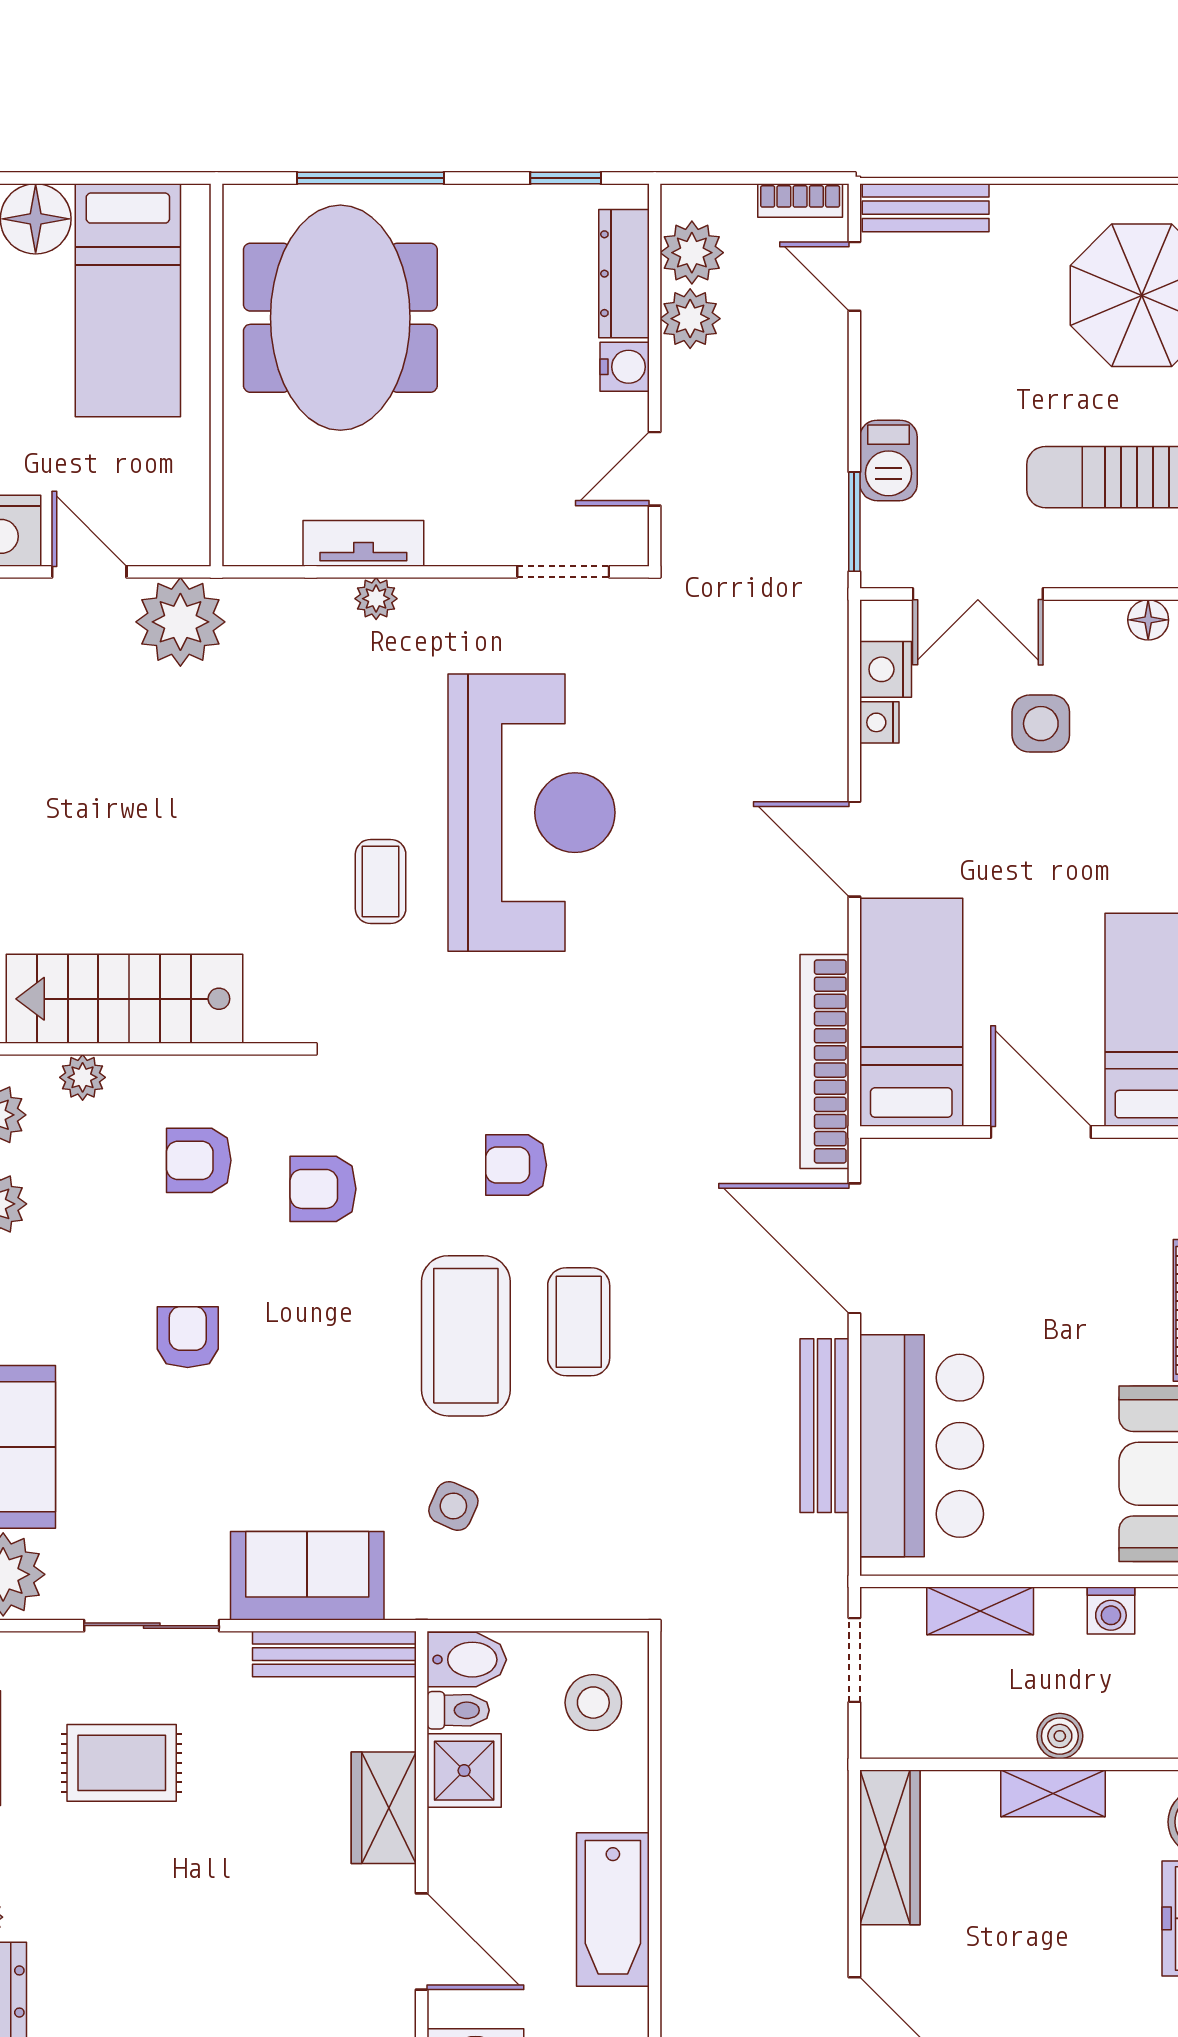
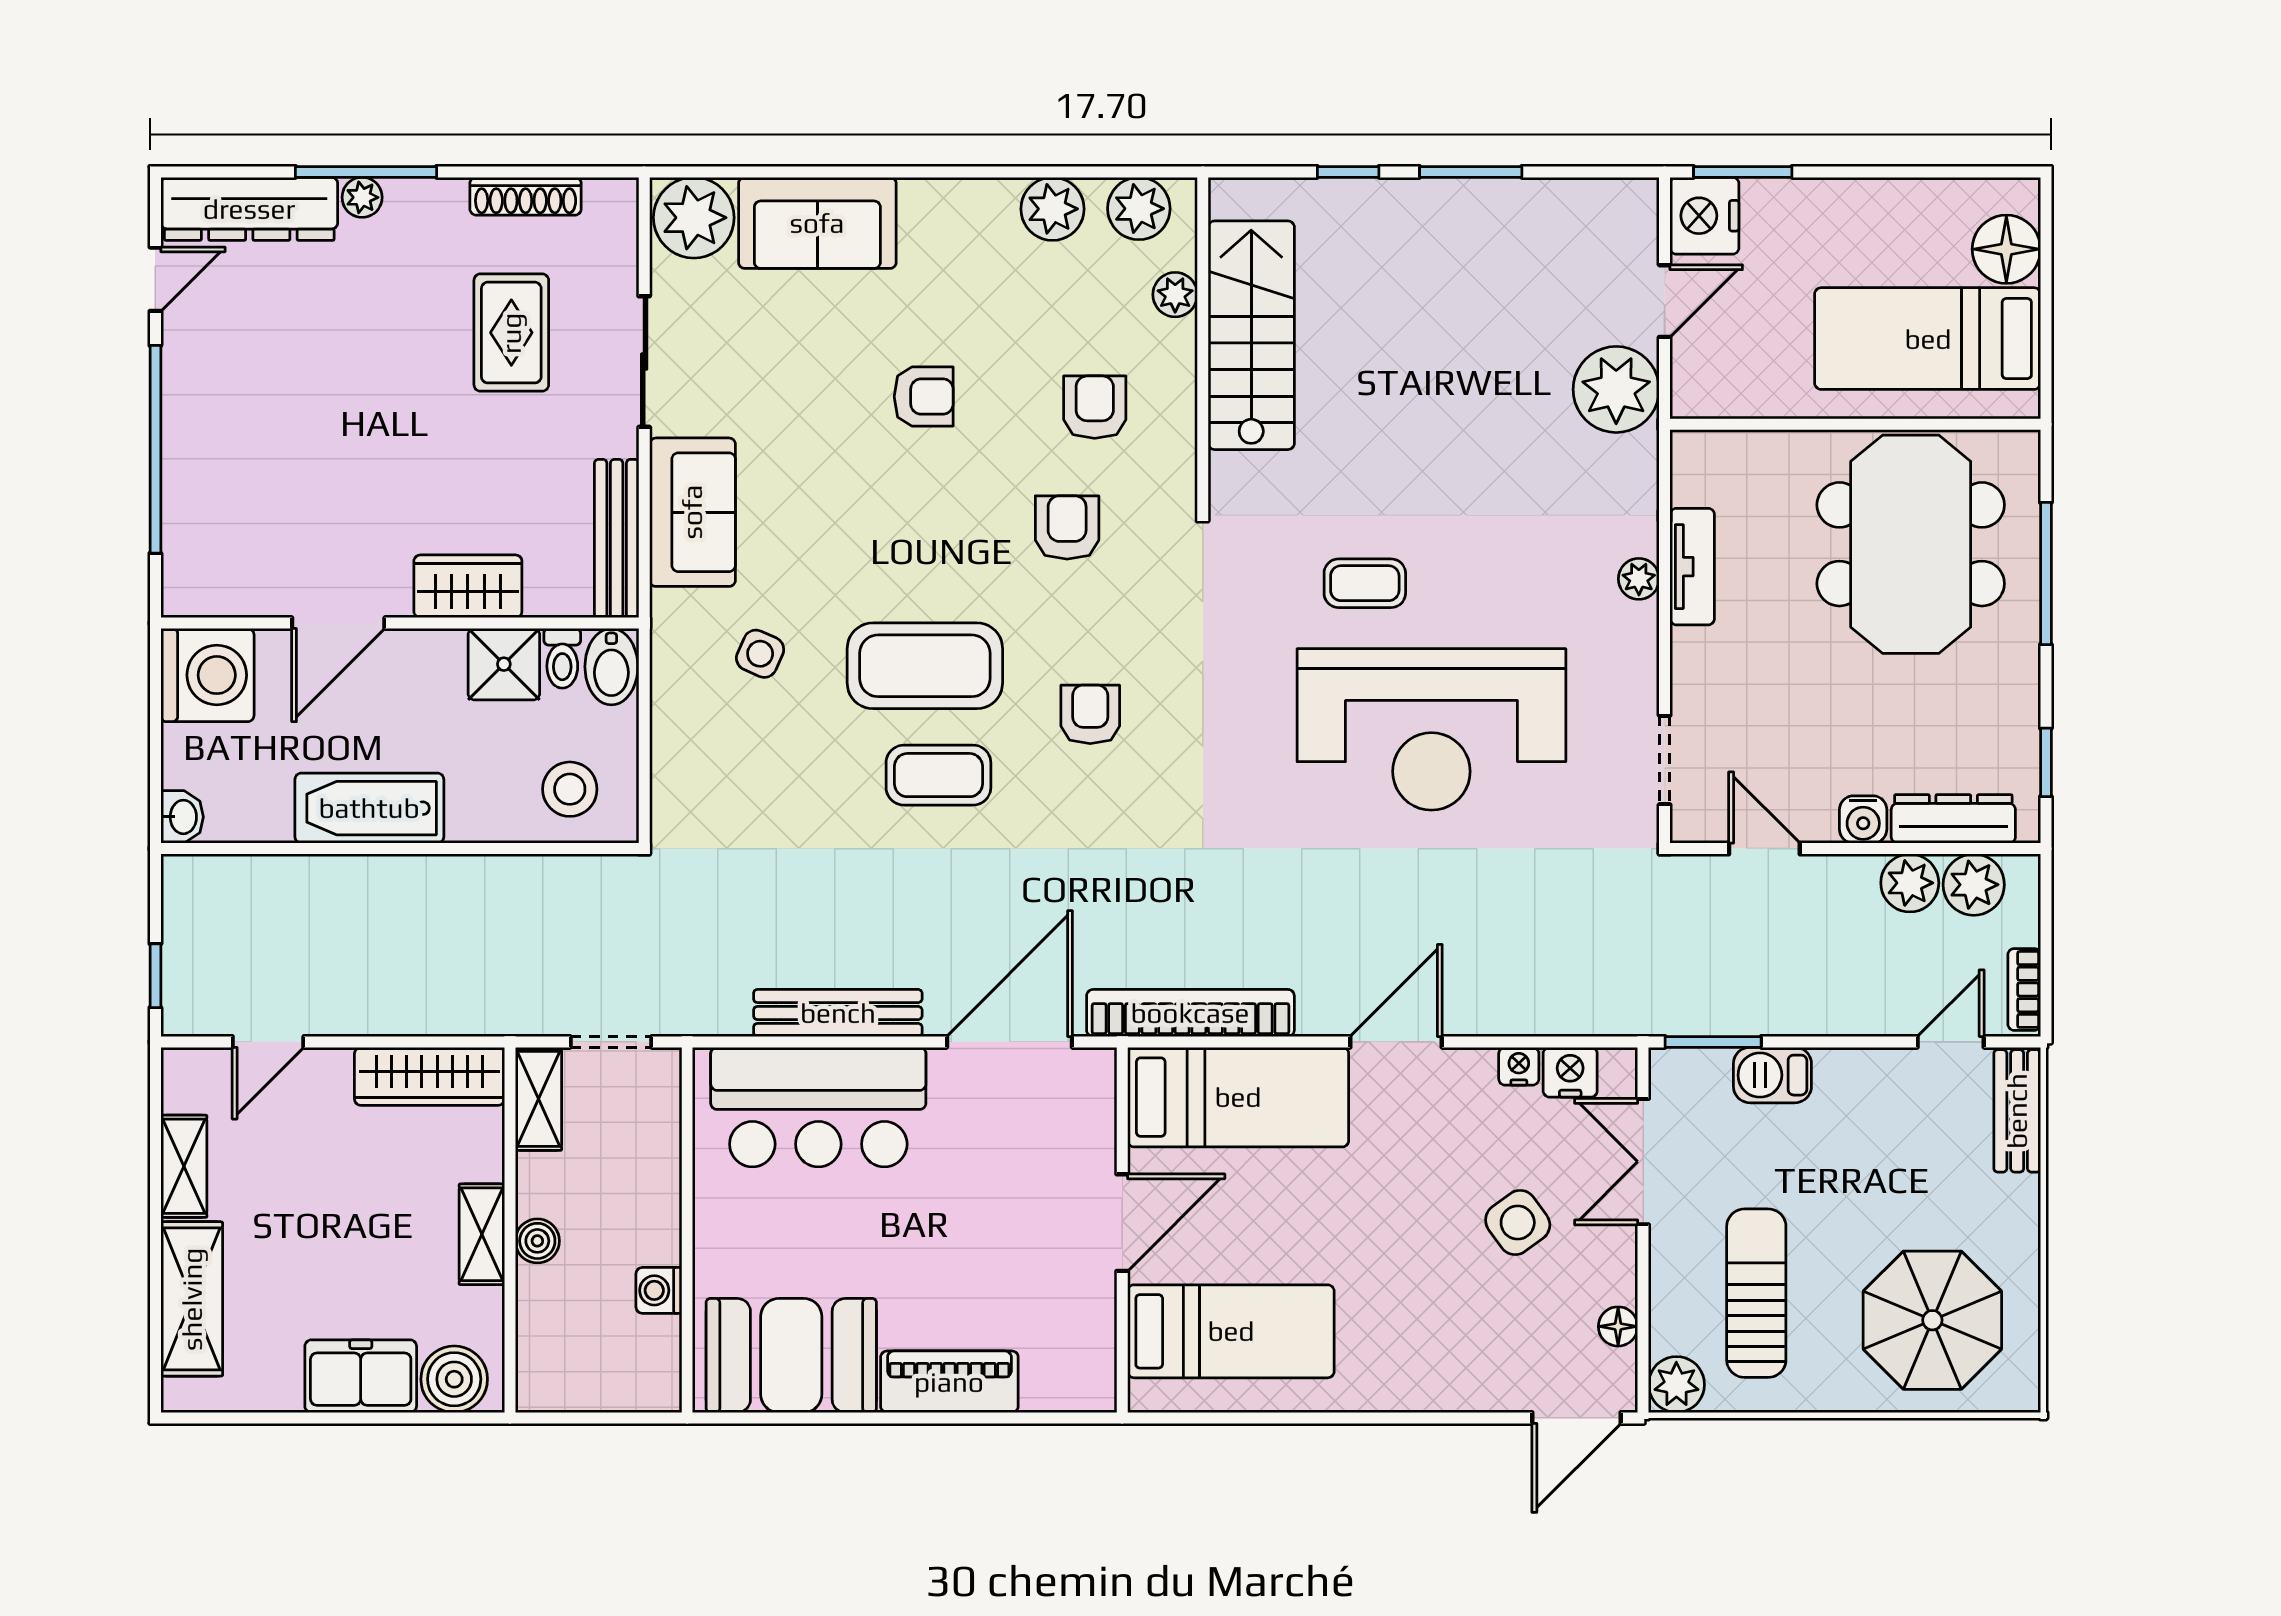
meeting table: (340, 318) -> (1911, 544), turned 90
side table: (1041, 724) -> (1518, 1223), turned -36
shelving: (980, 1611) -> (538, 1099), moved

